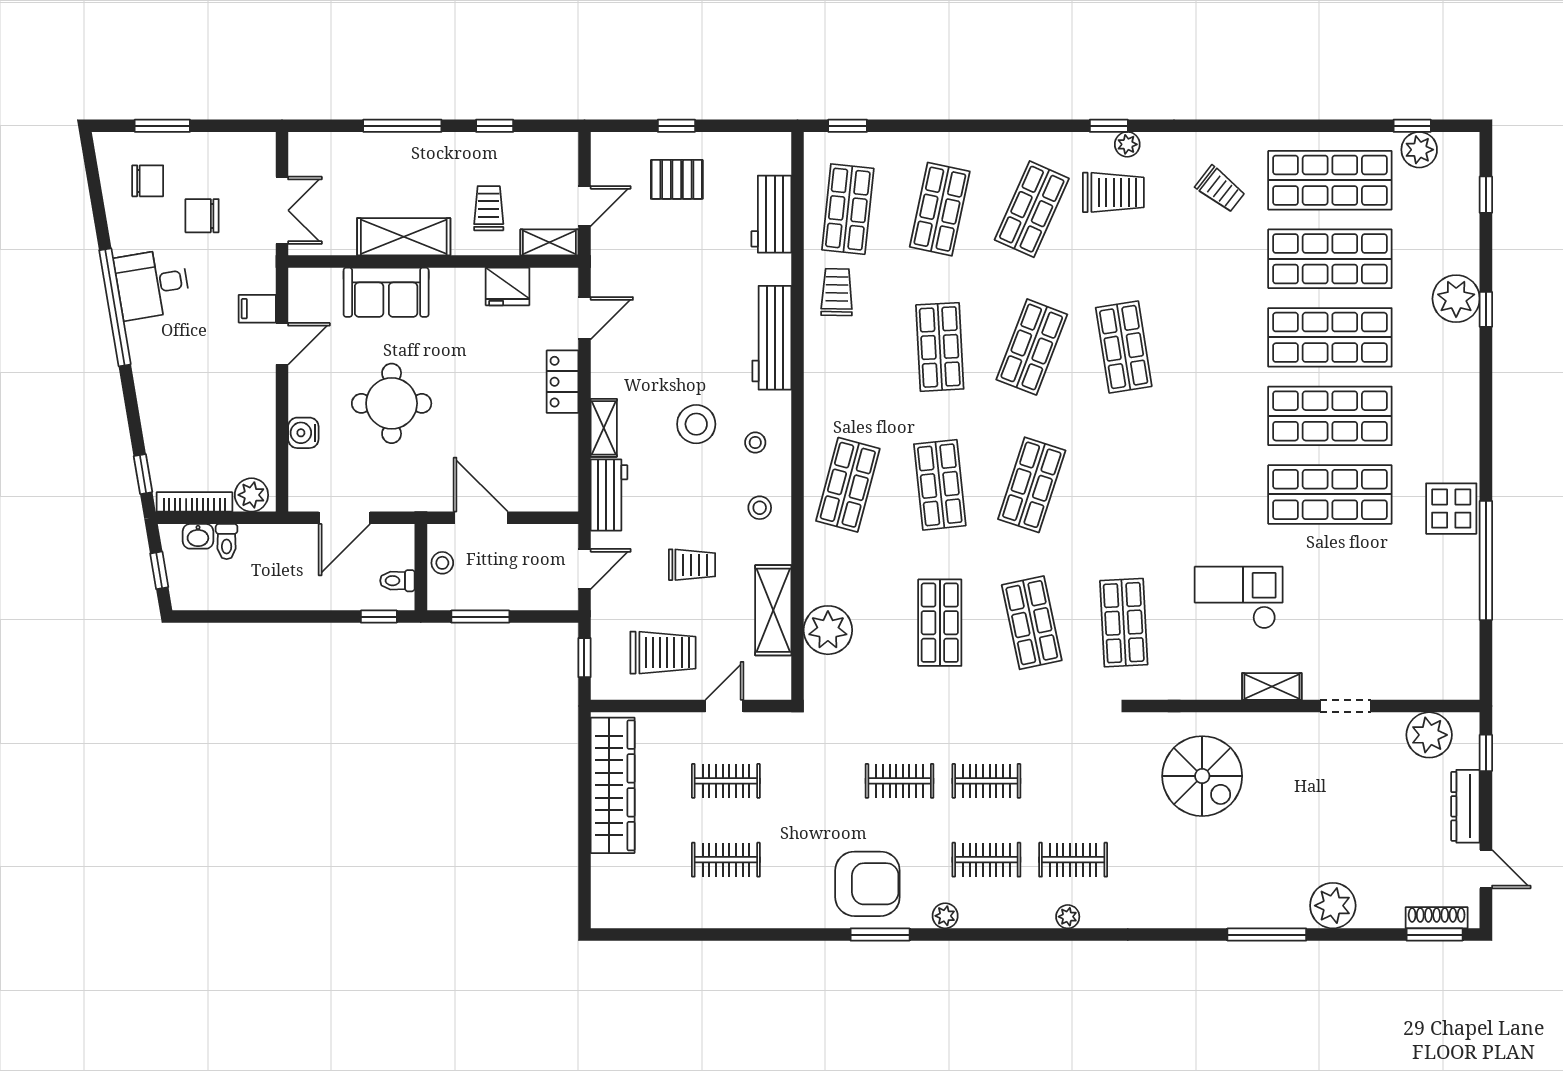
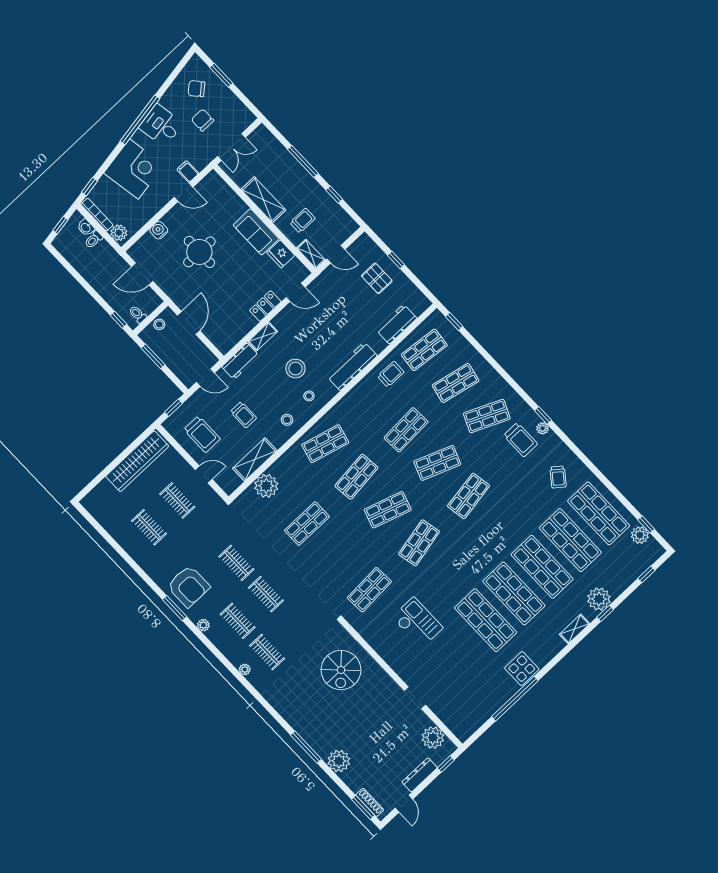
chair: (148, 181) -> (197, 89), turned 139
sofa: (386, 292) -> (256, 232), moved
corner desk: (179, 384) -> (134, 169), added
shop shelf: (1032, 623) -> (419, 543), moved
shelving: (1272, 686) -> (575, 629), moved, turned 90

